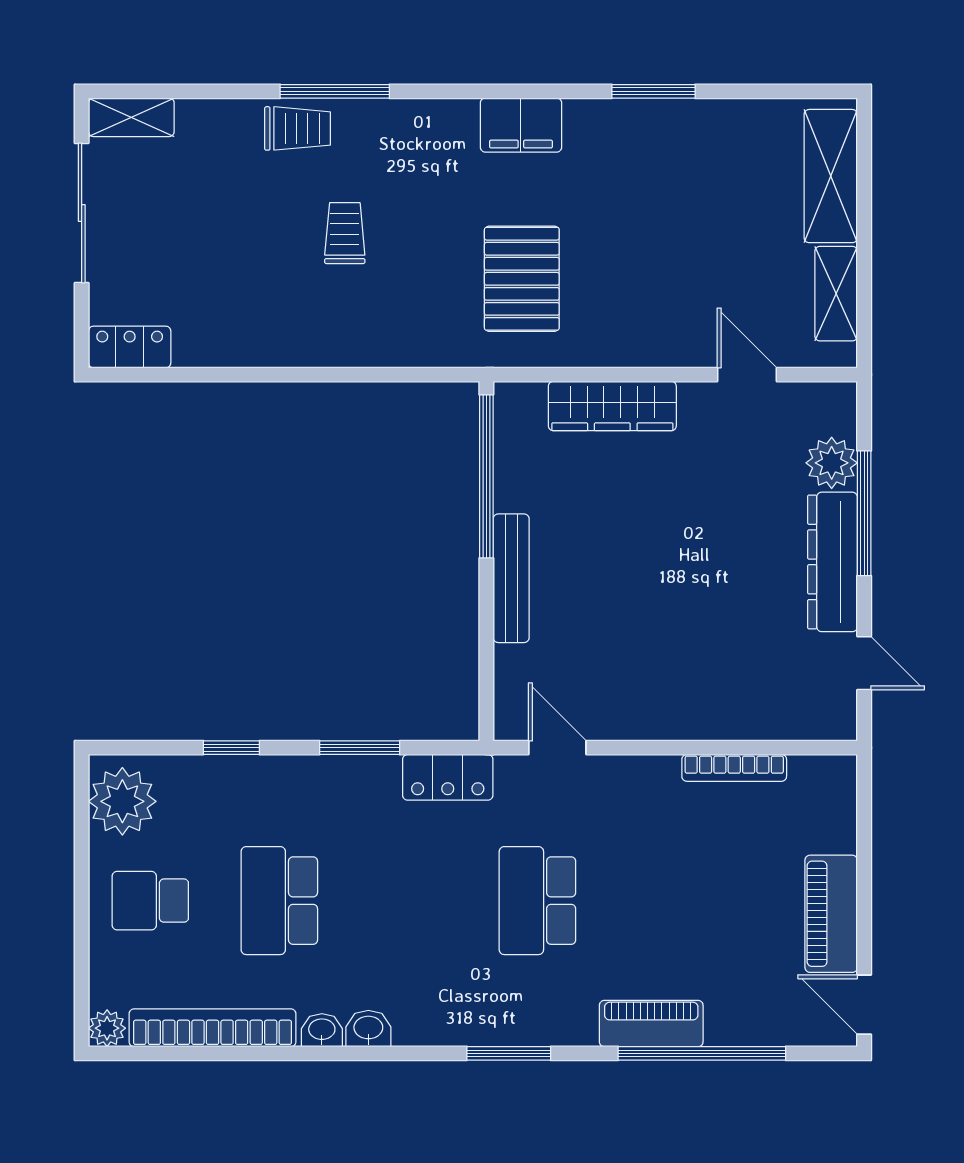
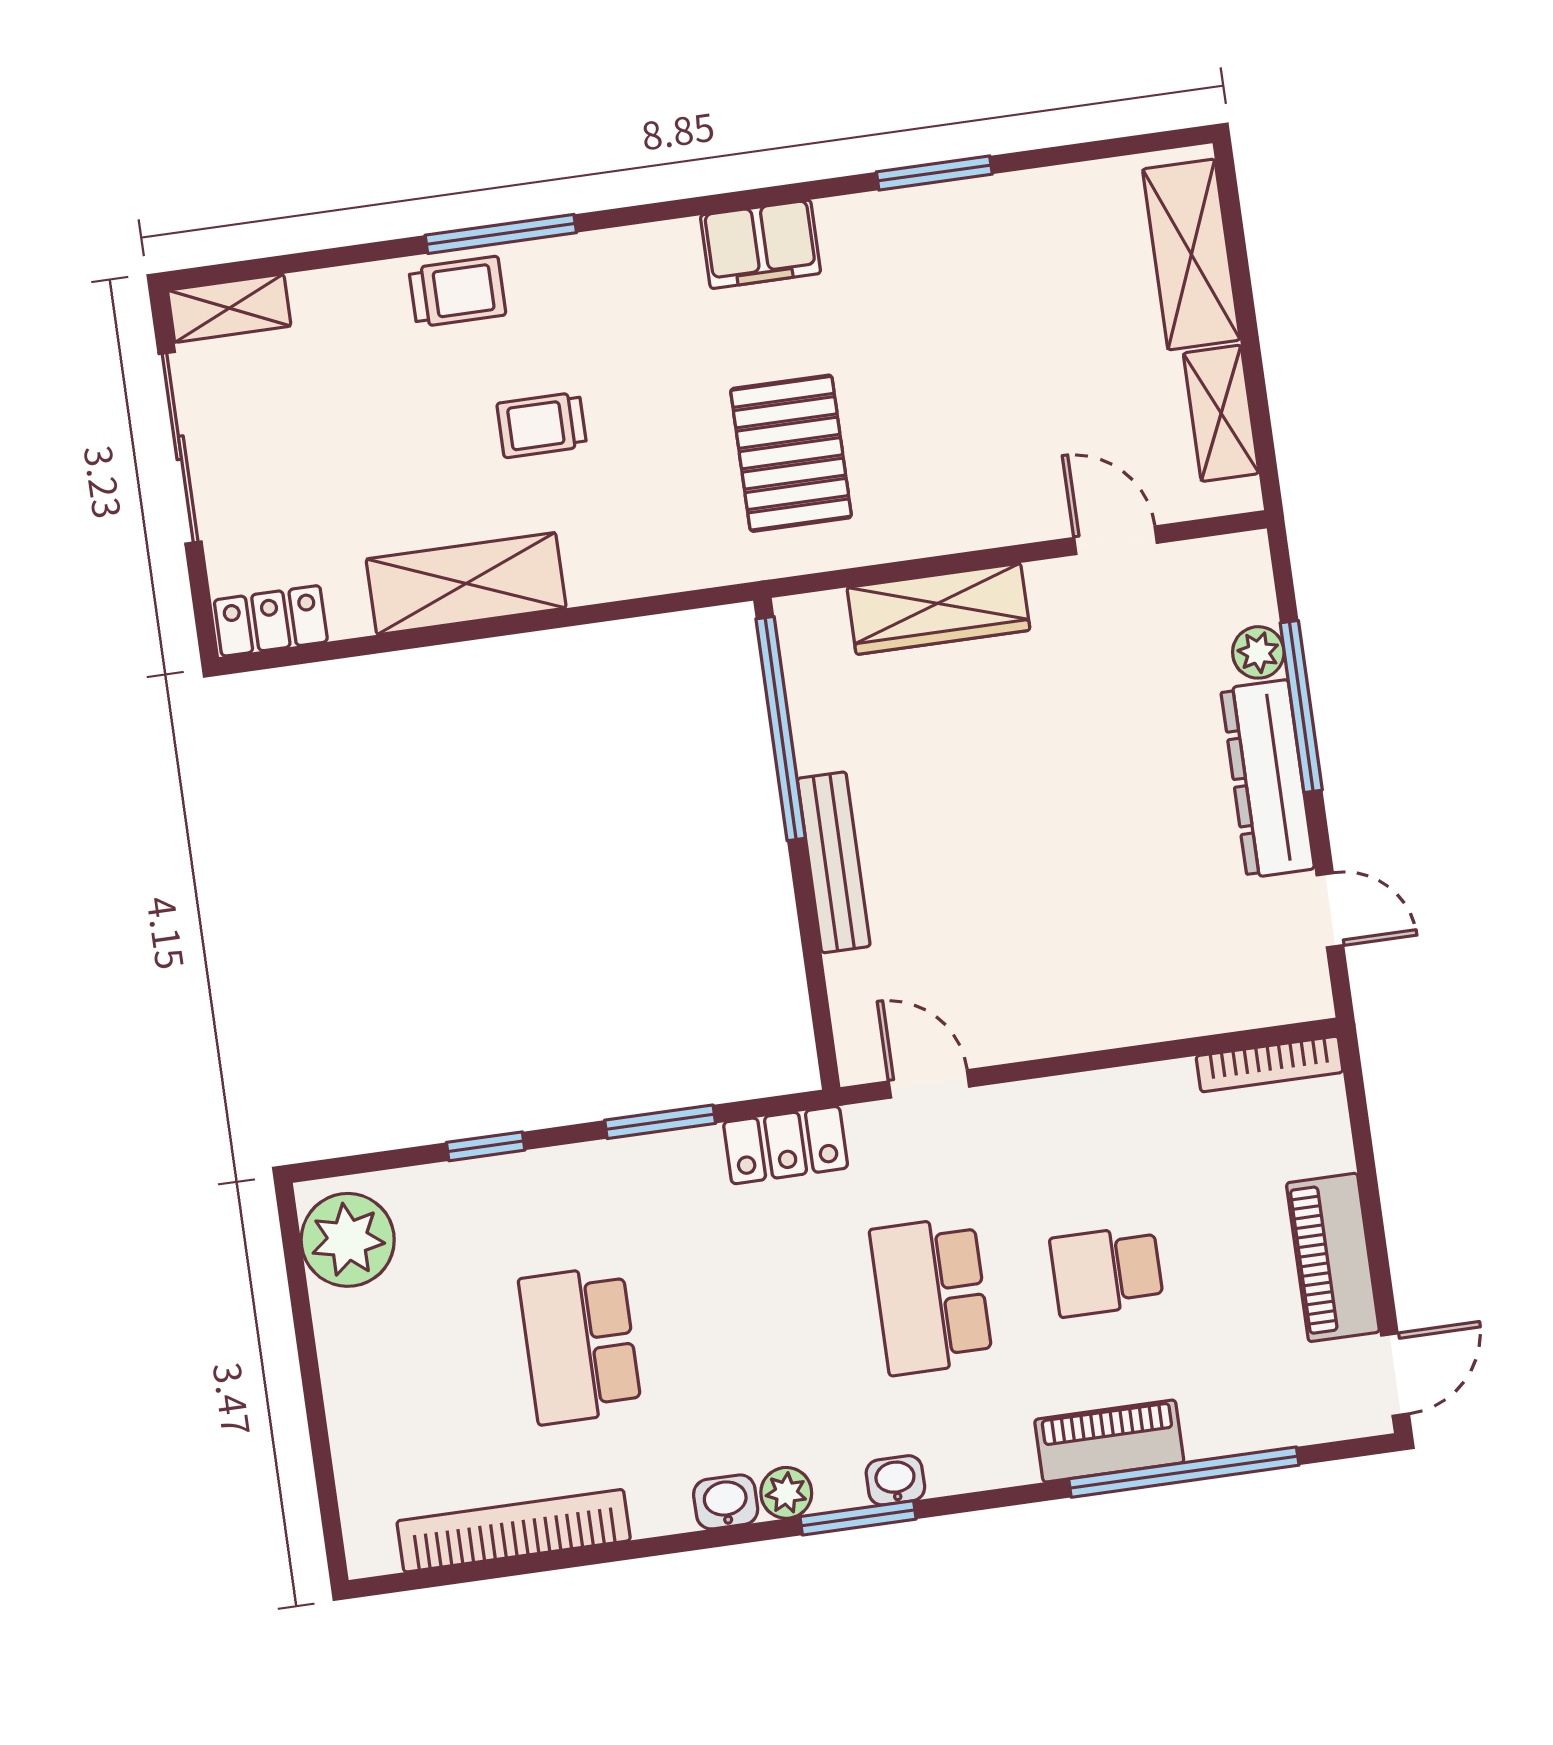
trolley: (345, 233) -> (542, 425), turned -90
shelving: (274, 340) -> (466, 584), added
plant: (832, 463) -> (1258, 652), width x0.73, depth x0.73
bookcase: (734, 768) -> (1270, 1064), moved
school desk: (150, 901) -> (1107, 1271), moved
door: (864, 1005) -> (1395, 1375), swing flipped
plant: (107, 1028) -> (786, 1493), moved
washbasin: (322, 1030) -> (895, 1480), moved
window: (509, 1053) -> (858, 1518), moved

